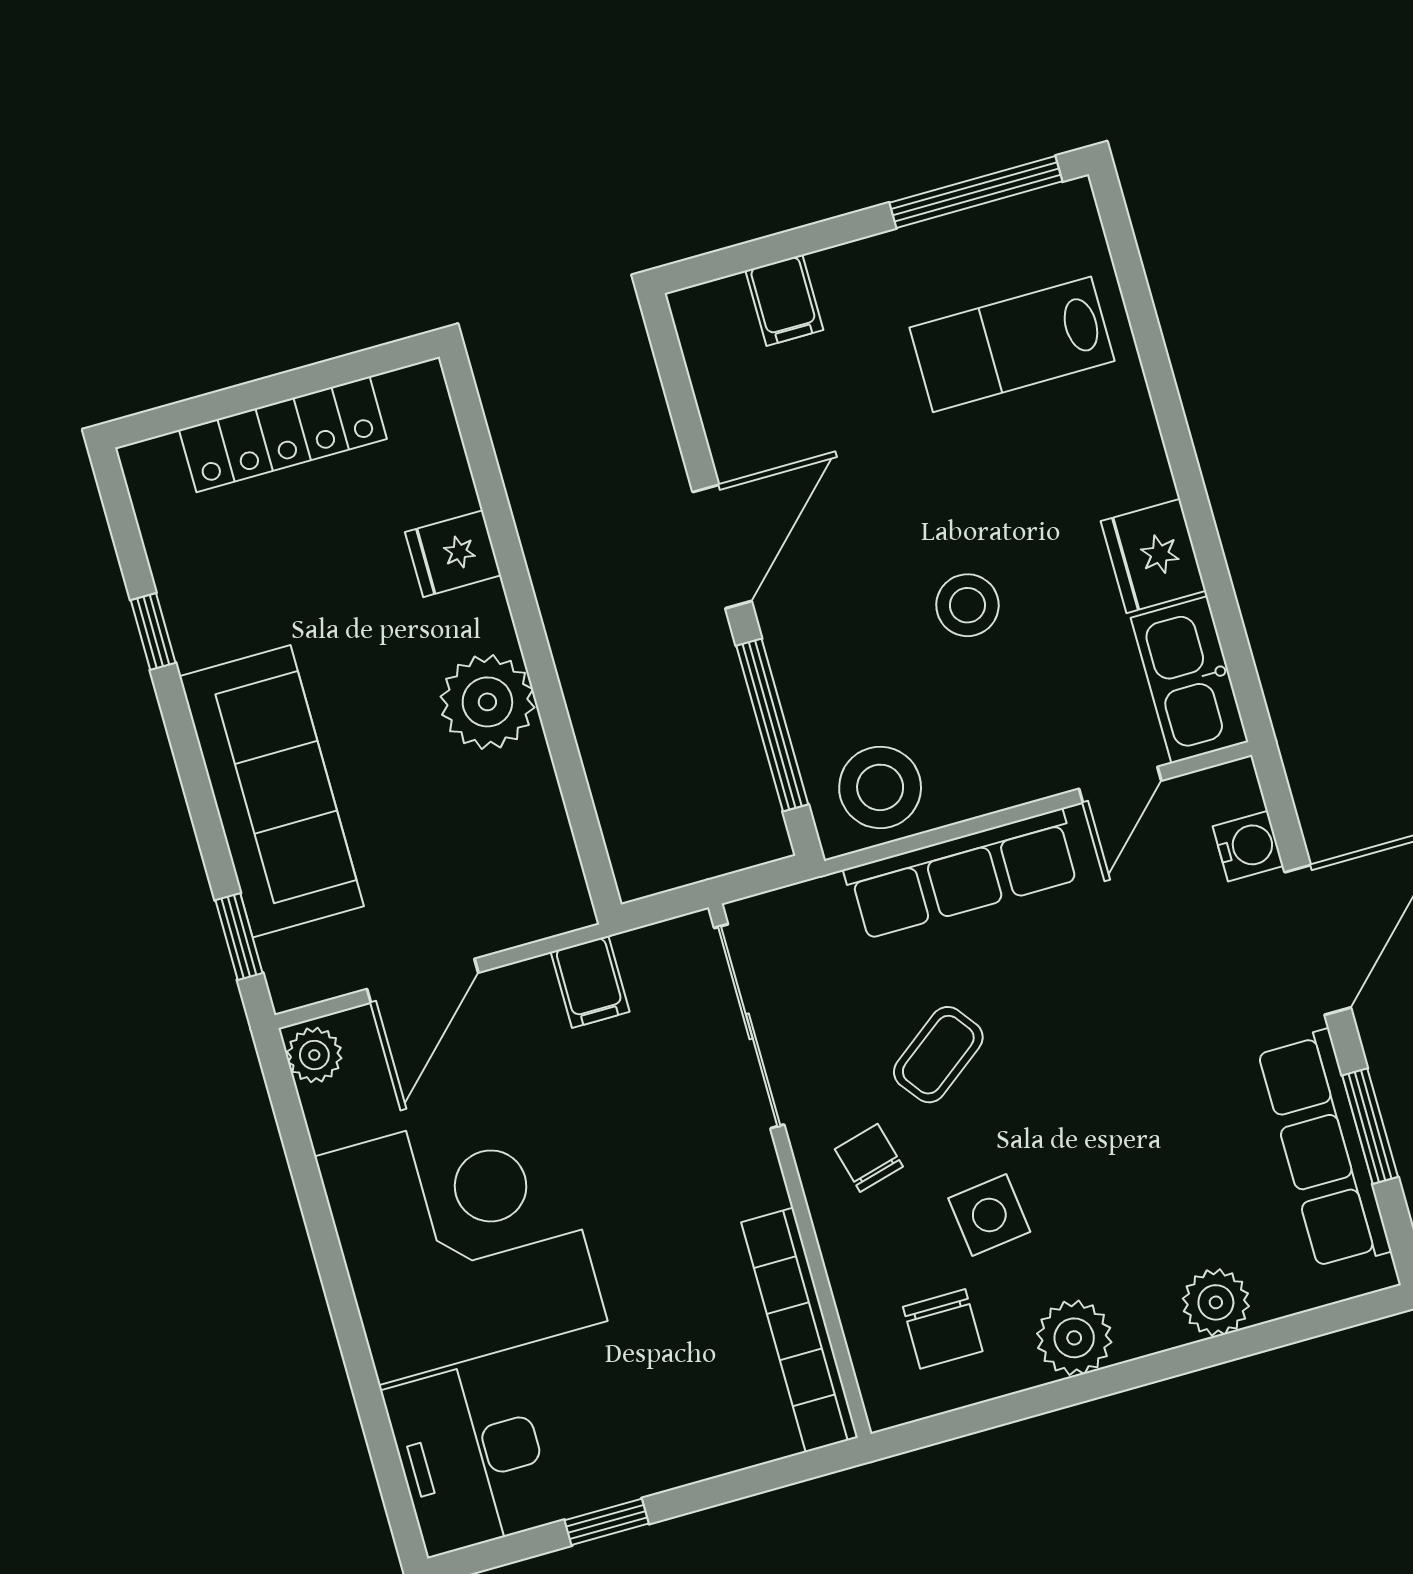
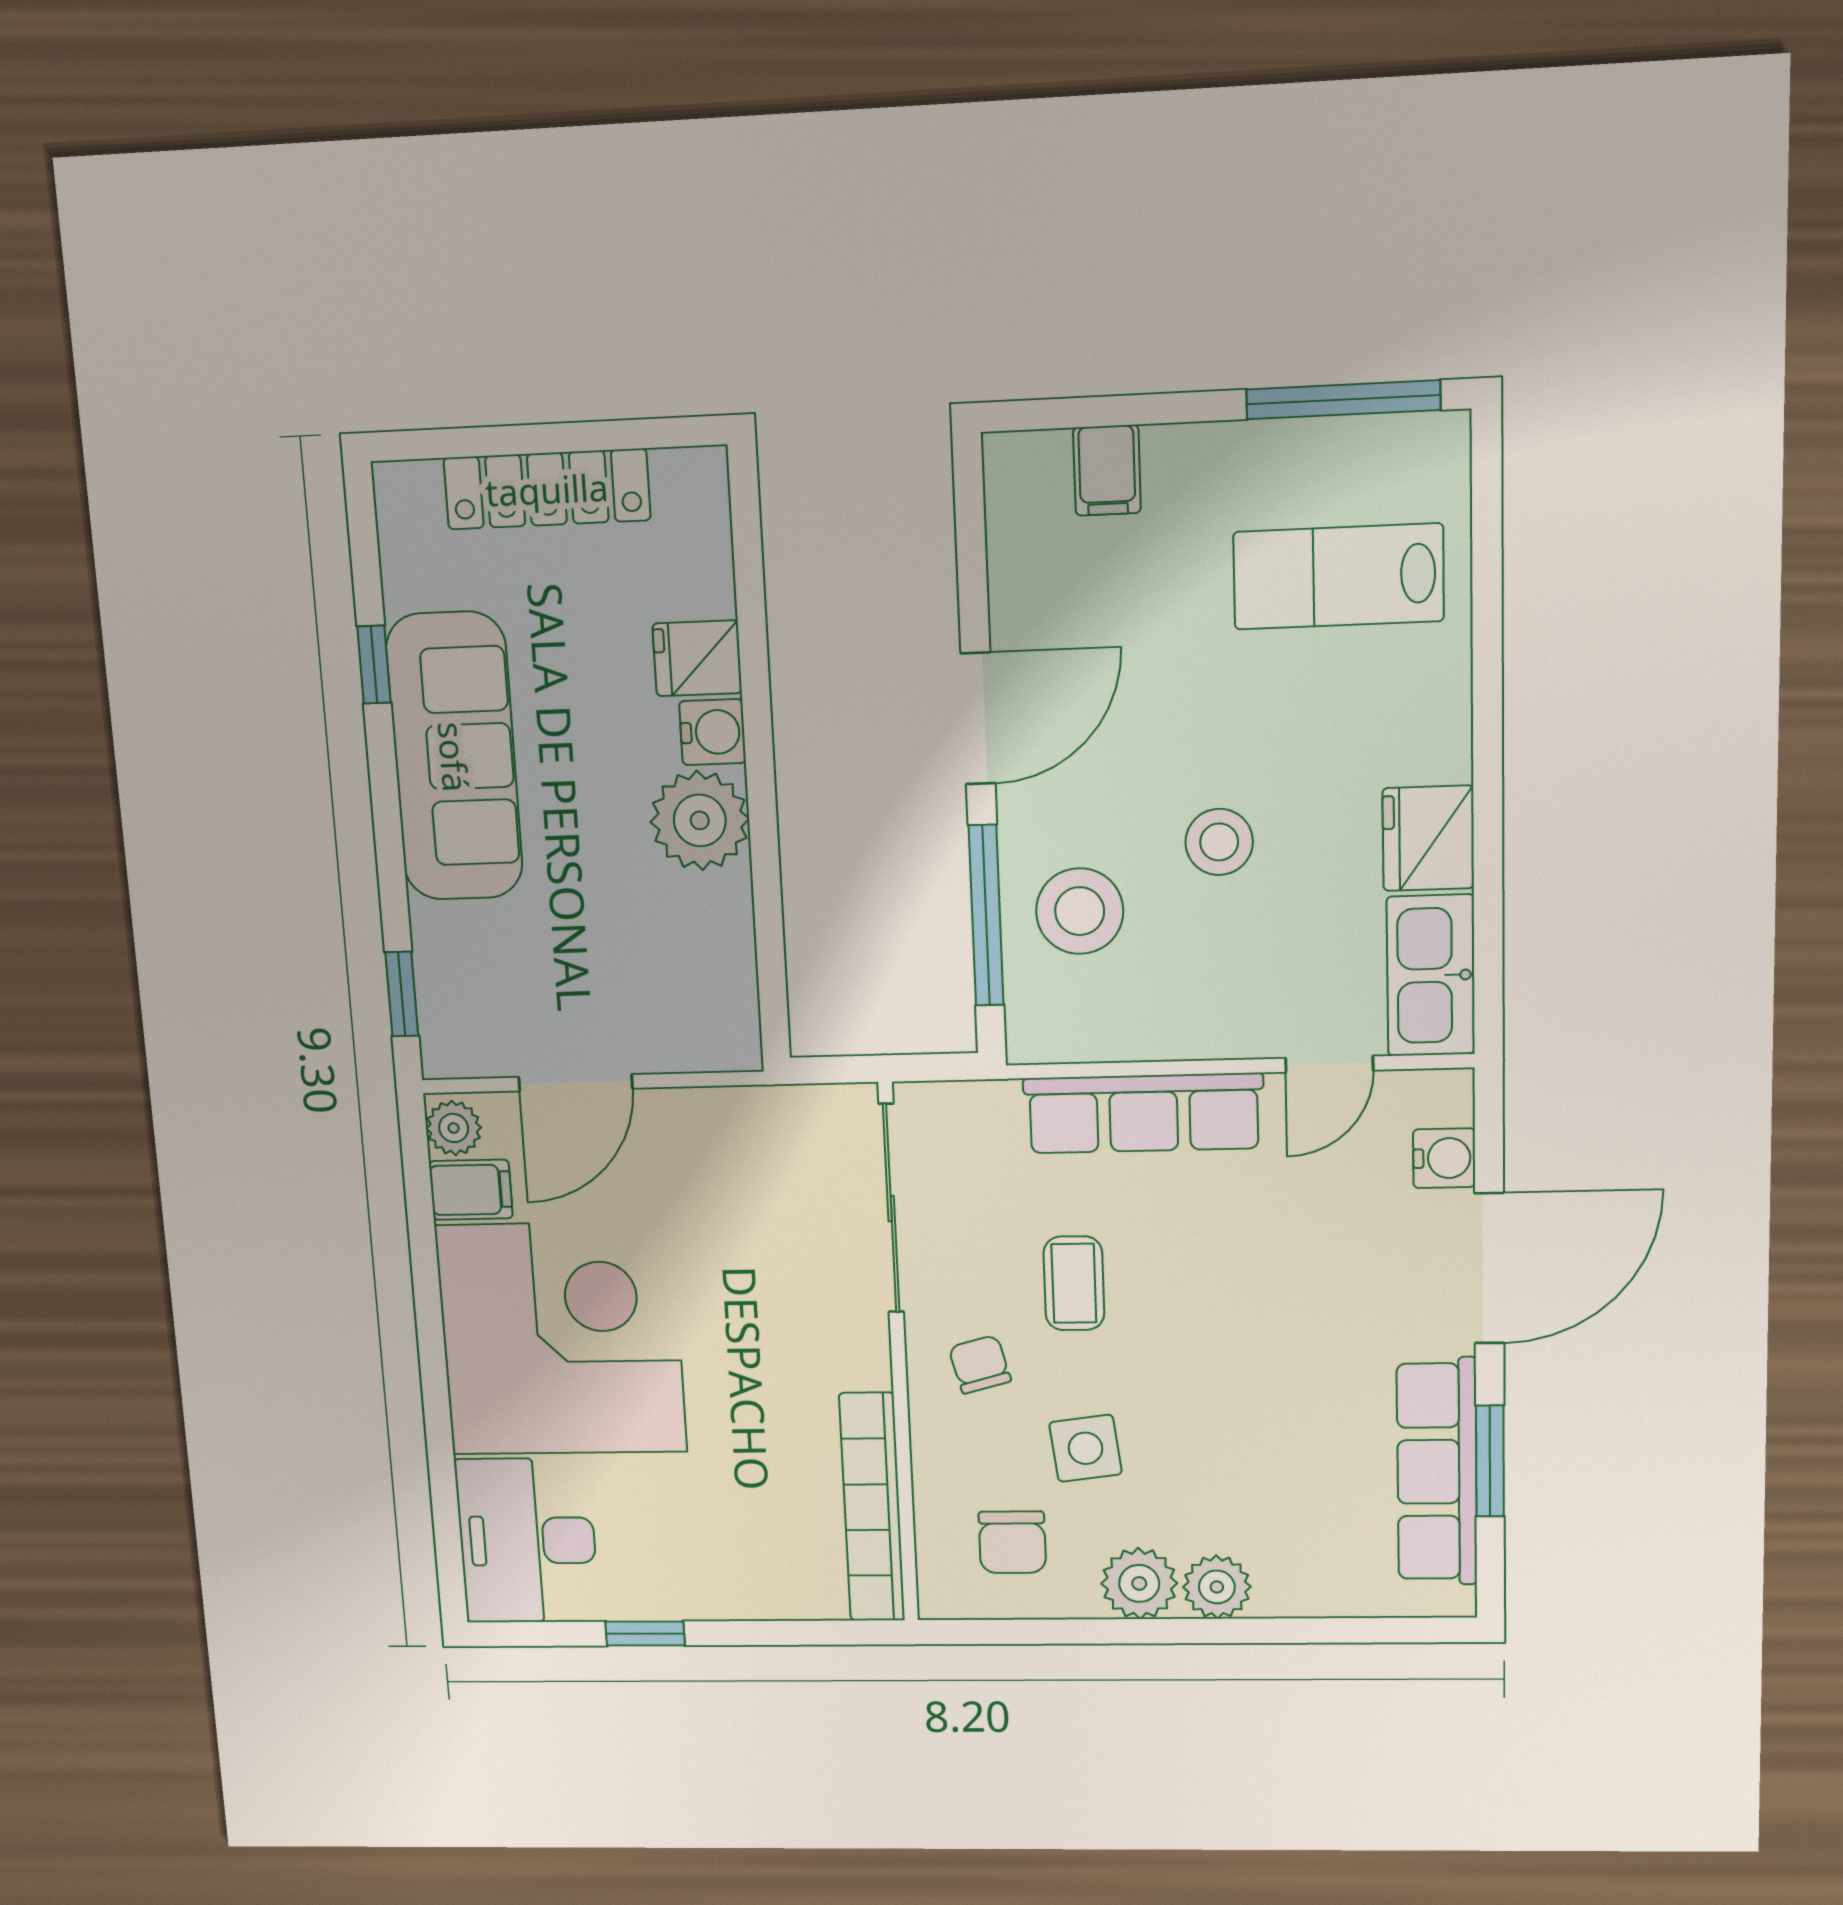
water cooler: (482, 618) -> (713, 732), added
stool: (880, 787) -> (1080, 911), moved
sofa: (272, 791) -> (454, 757), moved
filing cabinet: (590, 982) -> (471, 1190), moved, turned -90
coffee table: (938, 1055) -> (1074, 1283), turned -53
plant: (1216, 1302) -> (1217, 1587), moved

